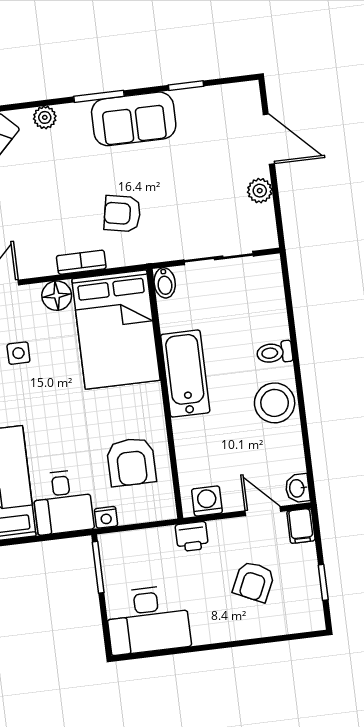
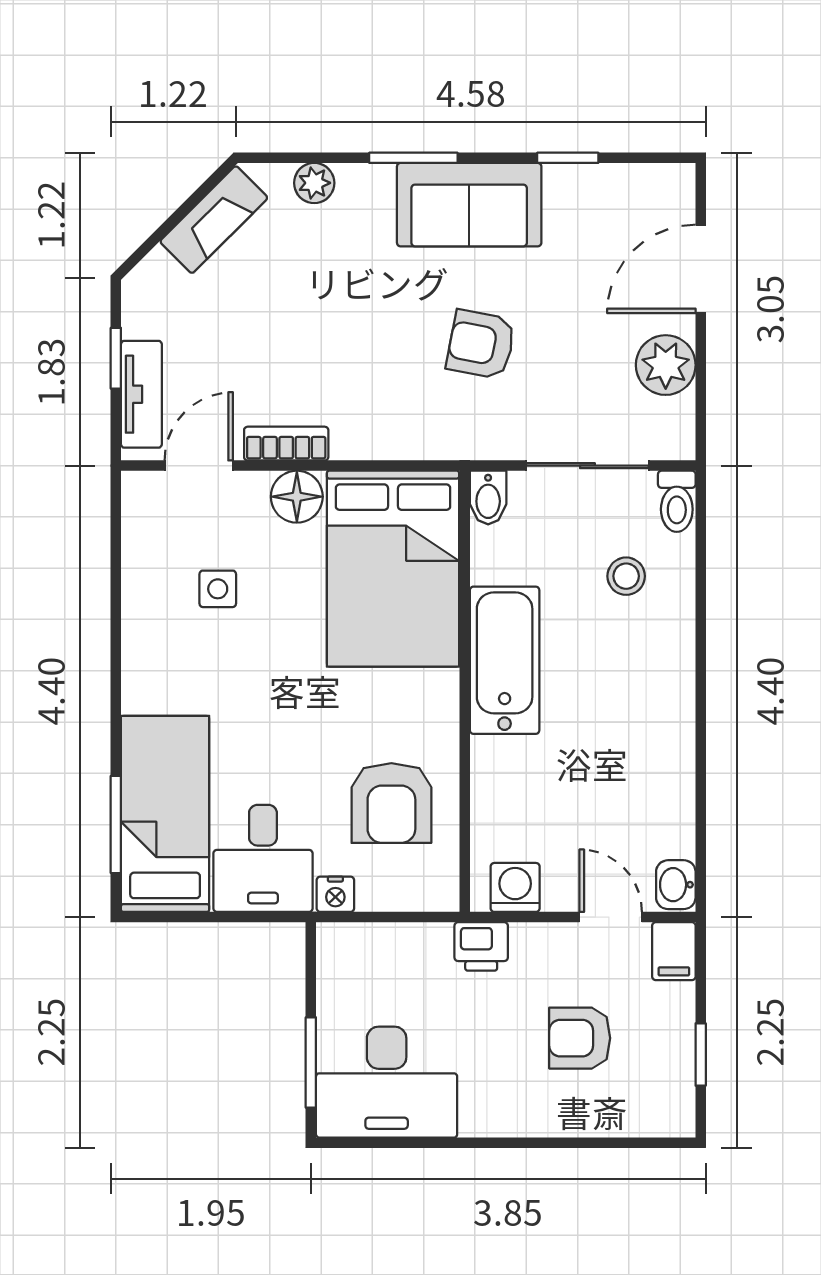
door: (269, 139) -> (701, 269), swing flipped
plant: (260, 191) -> (666, 365), width x1.38, depth x1.38
armchair: (122, 214) -> (481, 344), moved
bookcase: (81, 262) -> (286, 444), moved
toilet: (275, 353) -> (677, 501), moved, turned -90
stool: (275, 403) -> (626, 576), moved, width x0.53, depth x0.53
window: (98, 567) -> (311, 1063), moved
armchair: (254, 582) -> (580, 1038), turned 65

